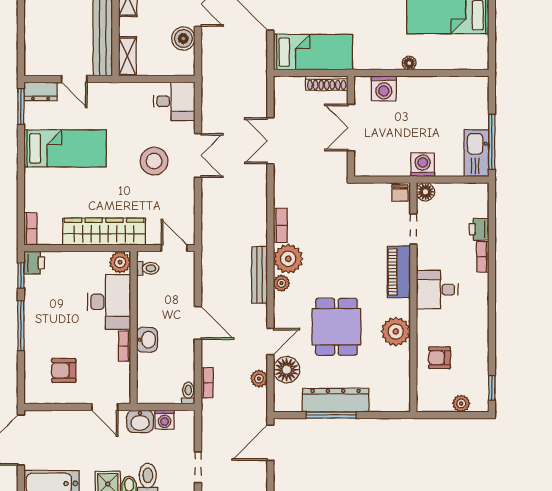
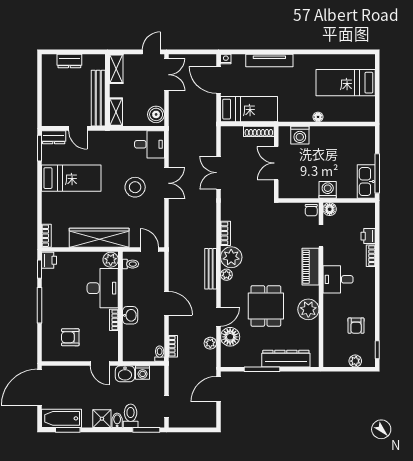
boiler: (183, 39) -> (156, 114), moved
armchair: (440, 358) -> (356, 326), moved, turned -90
dresser: (336, 400) -> (286, 359), moved

